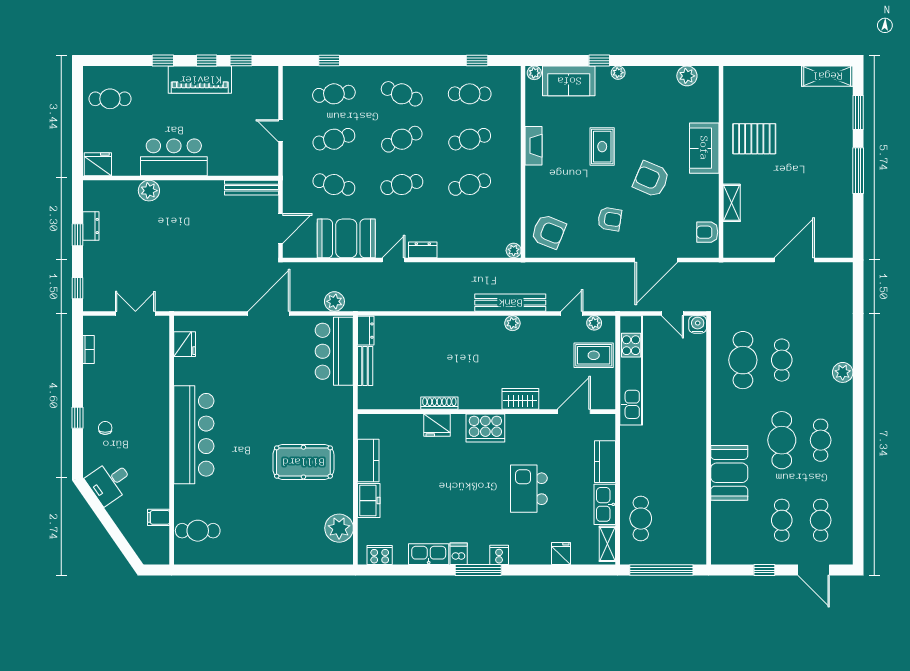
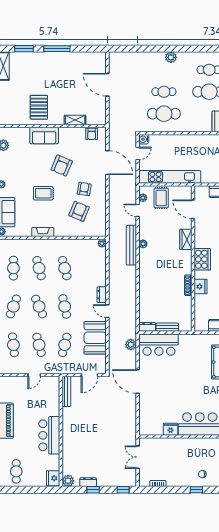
plant: (149, 191) -> (68, 481), moved
door: (280, 228) -> (90, 375), swing flipped
armchair: (548, 232) -> (79, 211), moved
fridge: (185, 344) -> (171, 429), moved

